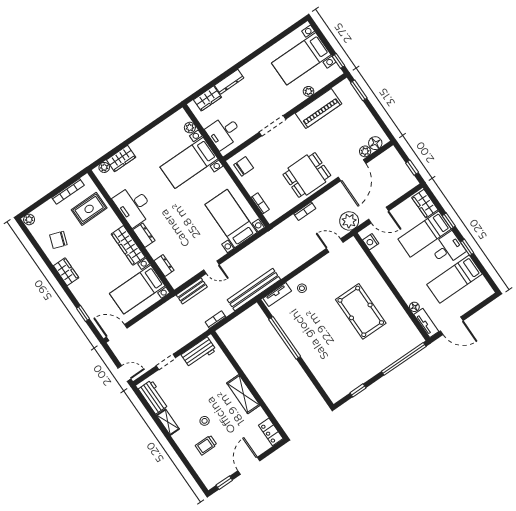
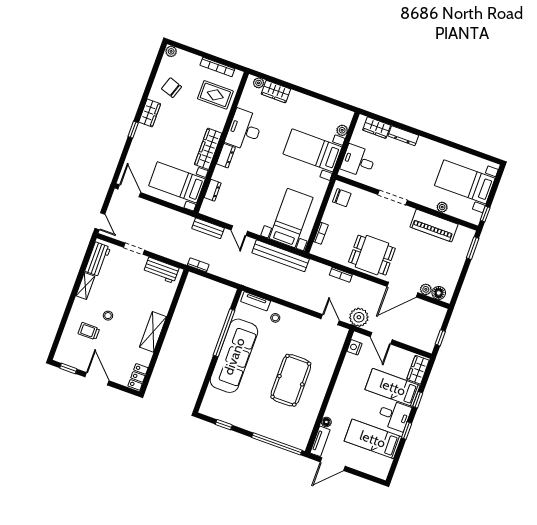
bench: (254, 290) -> (281, 256), moved
window: (83, 314) -> (133, 130), moved
door: (452, 326) -> (333, 464), hinge flipped
sofa: (309, 343) -> (234, 356), added
door: (249, 466) -> (97, 379), hinge flipped

